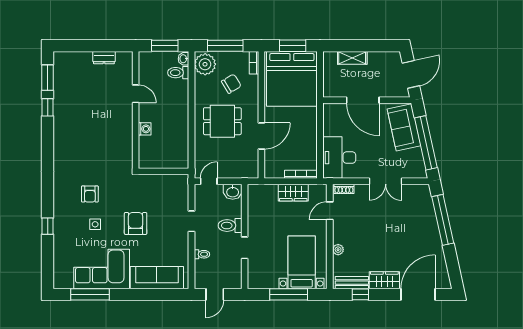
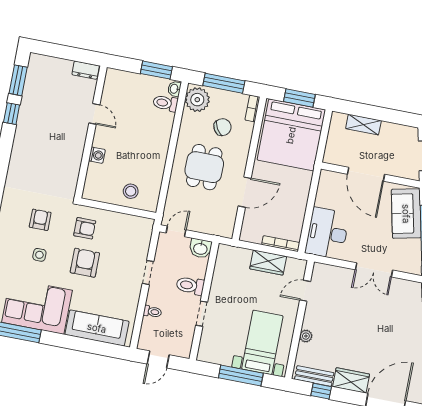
door: (136, 94) -> (94, 114), moved
wall: (136, 110) -> (91, 132), moved
dining table: (222, 121) -> (204, 167), turned 90
washing machine: (145, 129) -> (97, 155), moved
stool: (163, 154) -> (131, 191), added
shoe rack: (344, 189) -> (326, 269), removed
armchair: (90, 194) -> (40, 220), turned 180
armchair: (130, 194) -> (85, 228), added

